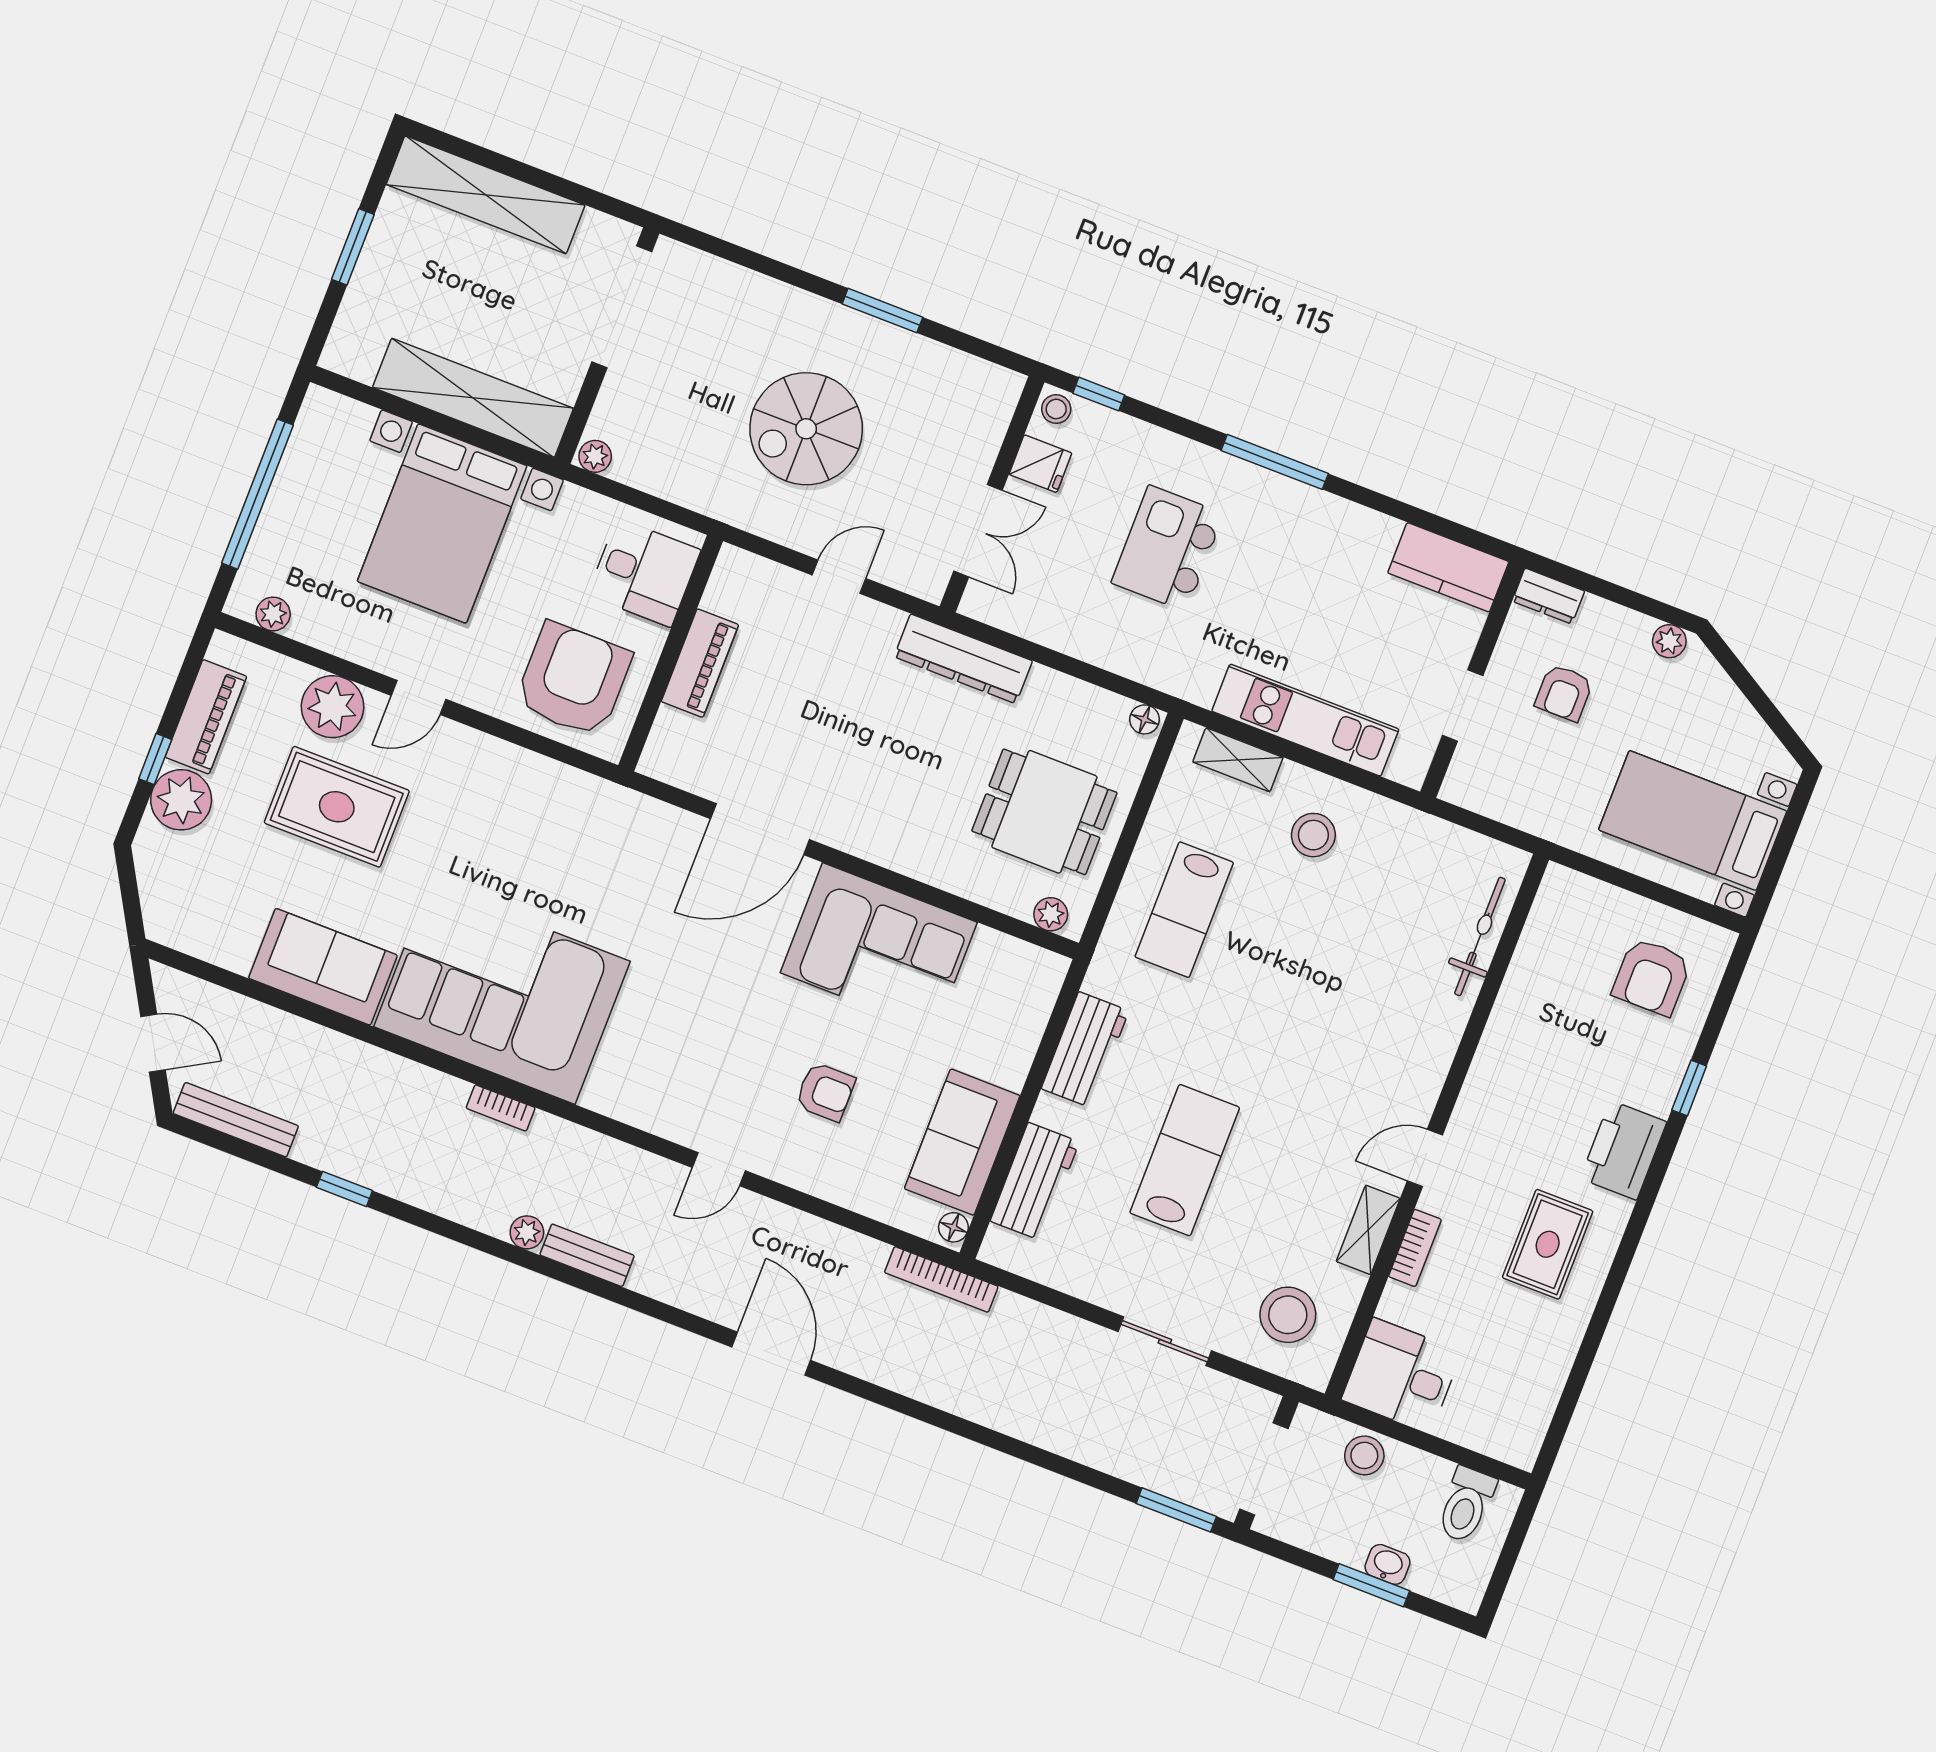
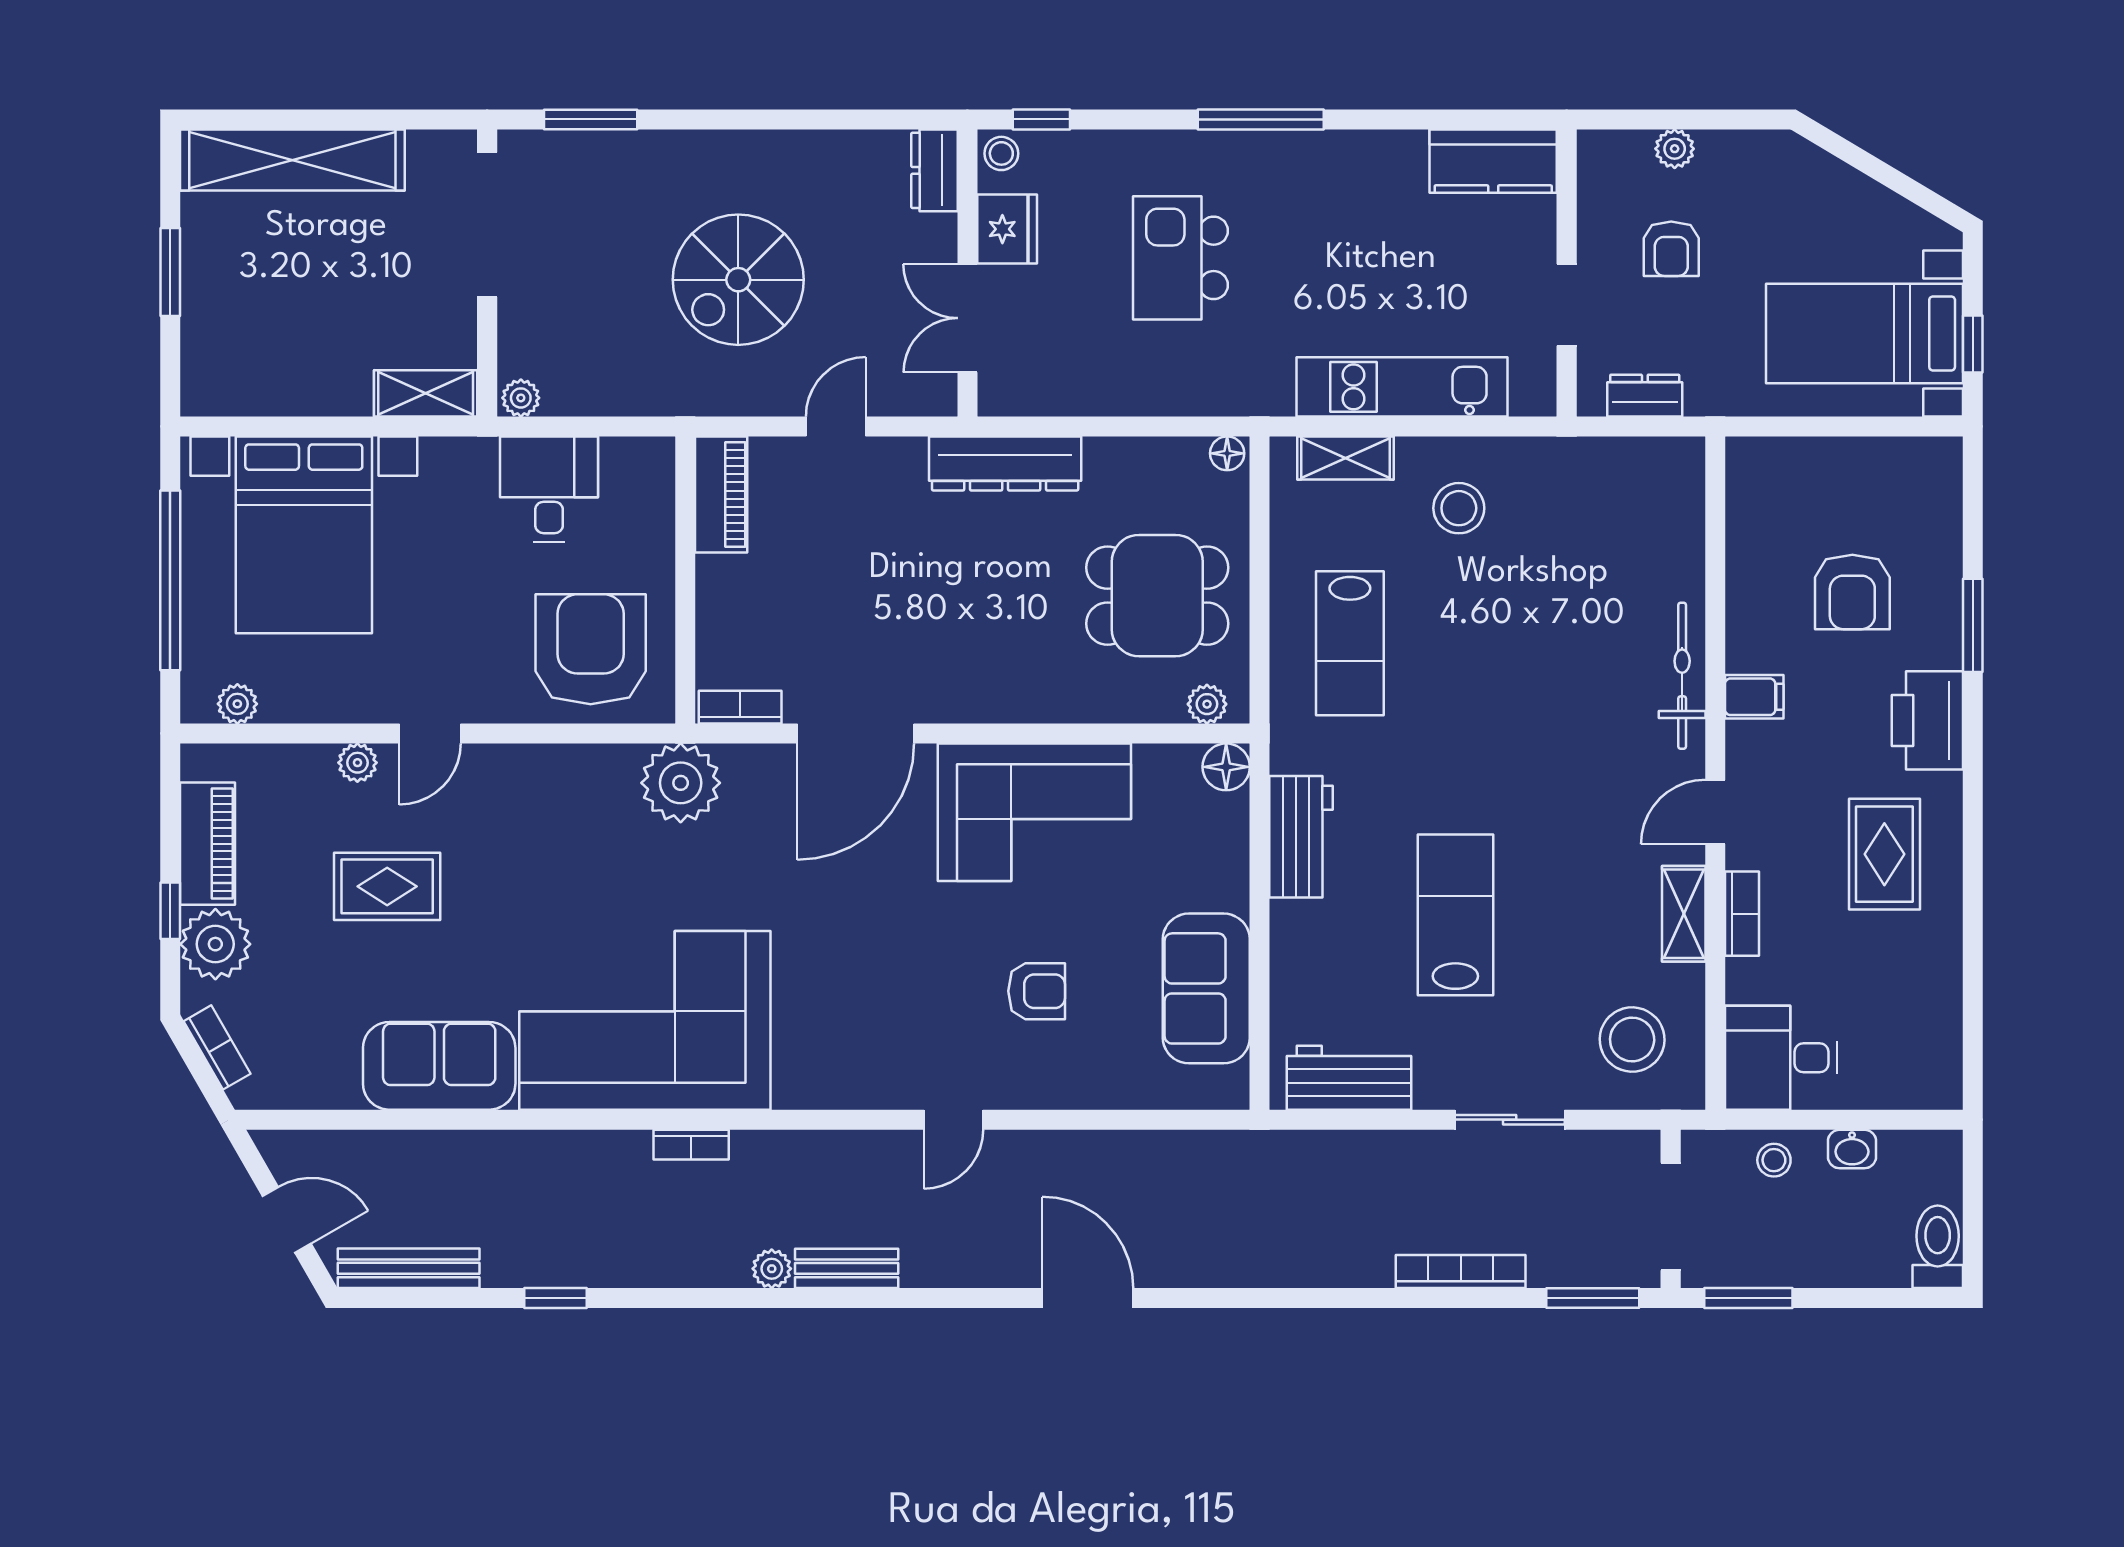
window: (882, 311) -> (591, 119), moved
shelving: (473, 398) -> (426, 393), width x0.45, depth x0.75
dresser: (997, 402) -> (934, 170), added
fridge: (1040, 464) -> (1007, 229), width x1.38
bed with nightstands: (442, 524) -> (304, 535), moved
double door: (978, 531) -> (967, 318), swing flipped
desk: (644, 573) -> (549, 489), moved, turned -90
dresser: (1548, 596) -> (1645, 396), moved, turned 180
plant: (1669, 641) -> (1675, 149), moved
piano: (700, 663) -> (721, 495), moved
plant: (333, 707) -> (357, 763), width x0.53, depth x0.53
bookcase: (675, 772) -> (740, 707), added
rug: (337, 807) -> (387, 886), width x0.73, depth x0.70
plant: (604, 815) -> (681, 783), added
window: (1776, 862) -> (1973, 344), added
bookcase: (151, 883) -> (217, 1047), added
bicycle: (1480, 936) -> (1682, 676), moved
armchair: (1652, 977) -> (1852, 592), moved
filing cabinet: (1492, 1078) -> (1754, 697), added
window: (1689, 1088) -> (1973, 625), width x1.50
workbench: (1035, 1181) -> (1349, 1078), moved, turned -90
floor lamp: (953, 1227) -> (1226, 767), moved, width x1.37, depth x1.37
bookcase: (941, 1279) -> (1461, 1272), moved, turned 180
stool: (1364, 1455) -> (1774, 1160), width x0.73, depth x0.73
toilet: (1466, 1505) -> (1938, 1247), moved, turned 180
washbasin: (1387, 1564) -> (1852, 1149), moved, turned 180
window: (1371, 1585) -> (1748, 1298), moved

